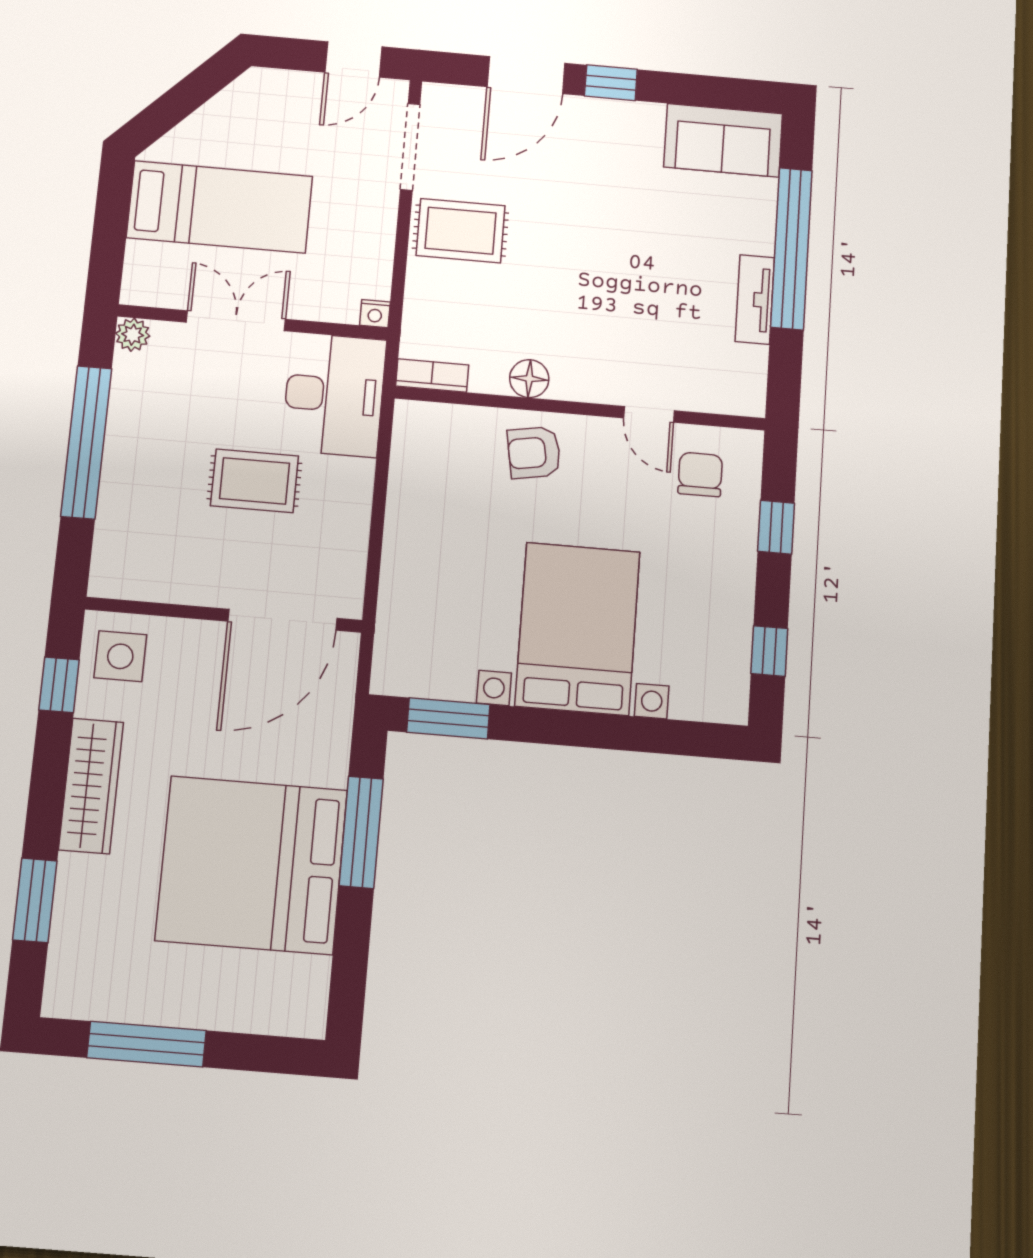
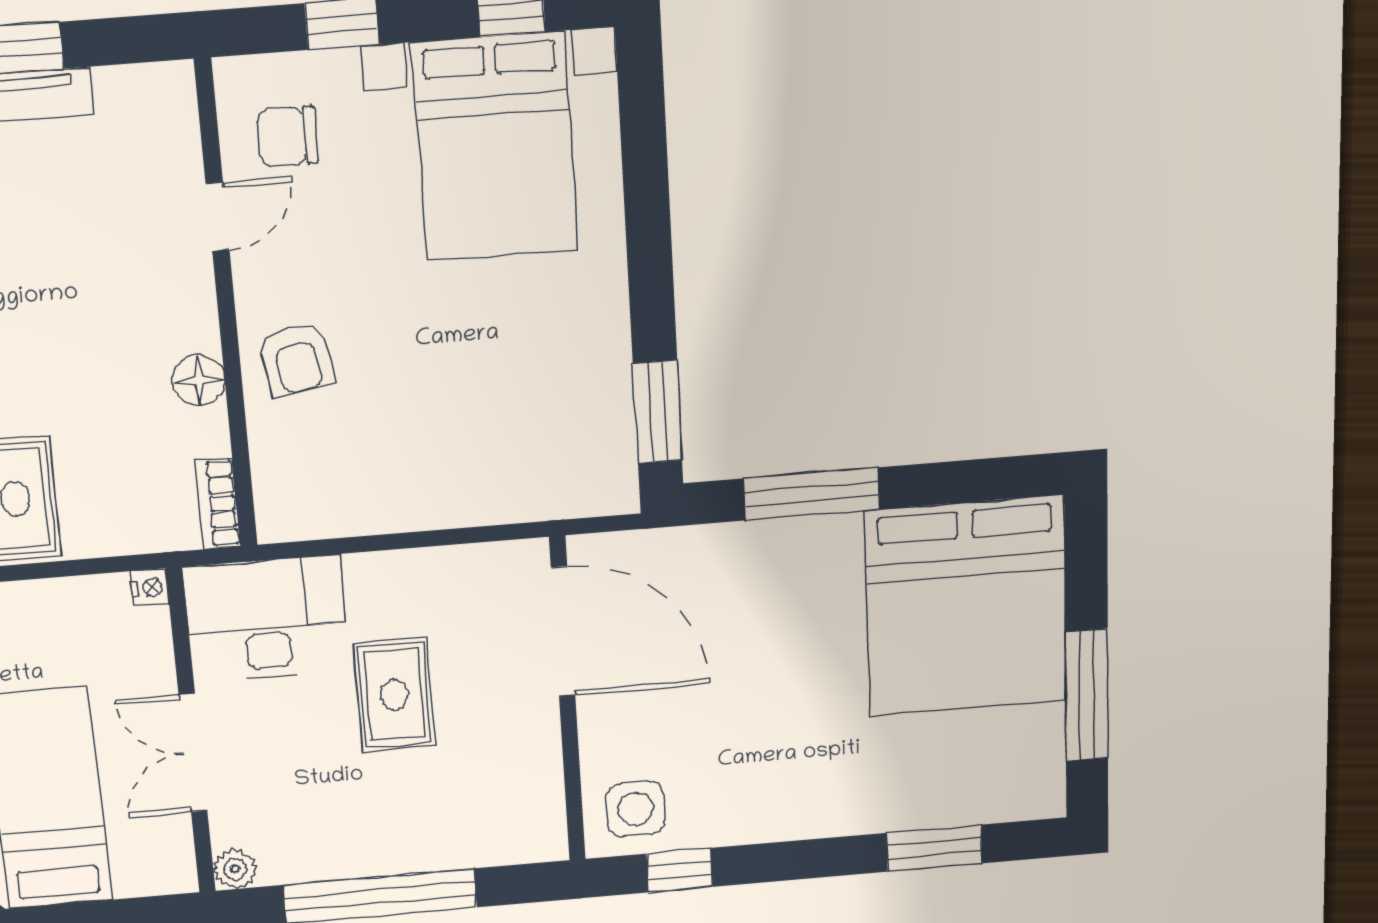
bed with nightstands: (577, 629) -> (495, 147), moved, turned -90
wardrobe: (91, 786) -> (794, 812), removed
bed: (252, 865) -> (966, 606), moved

